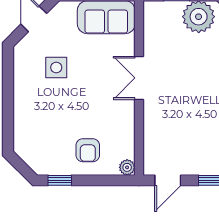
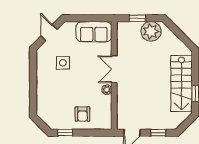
plant: (127, 167) -> (107, 90), moved

